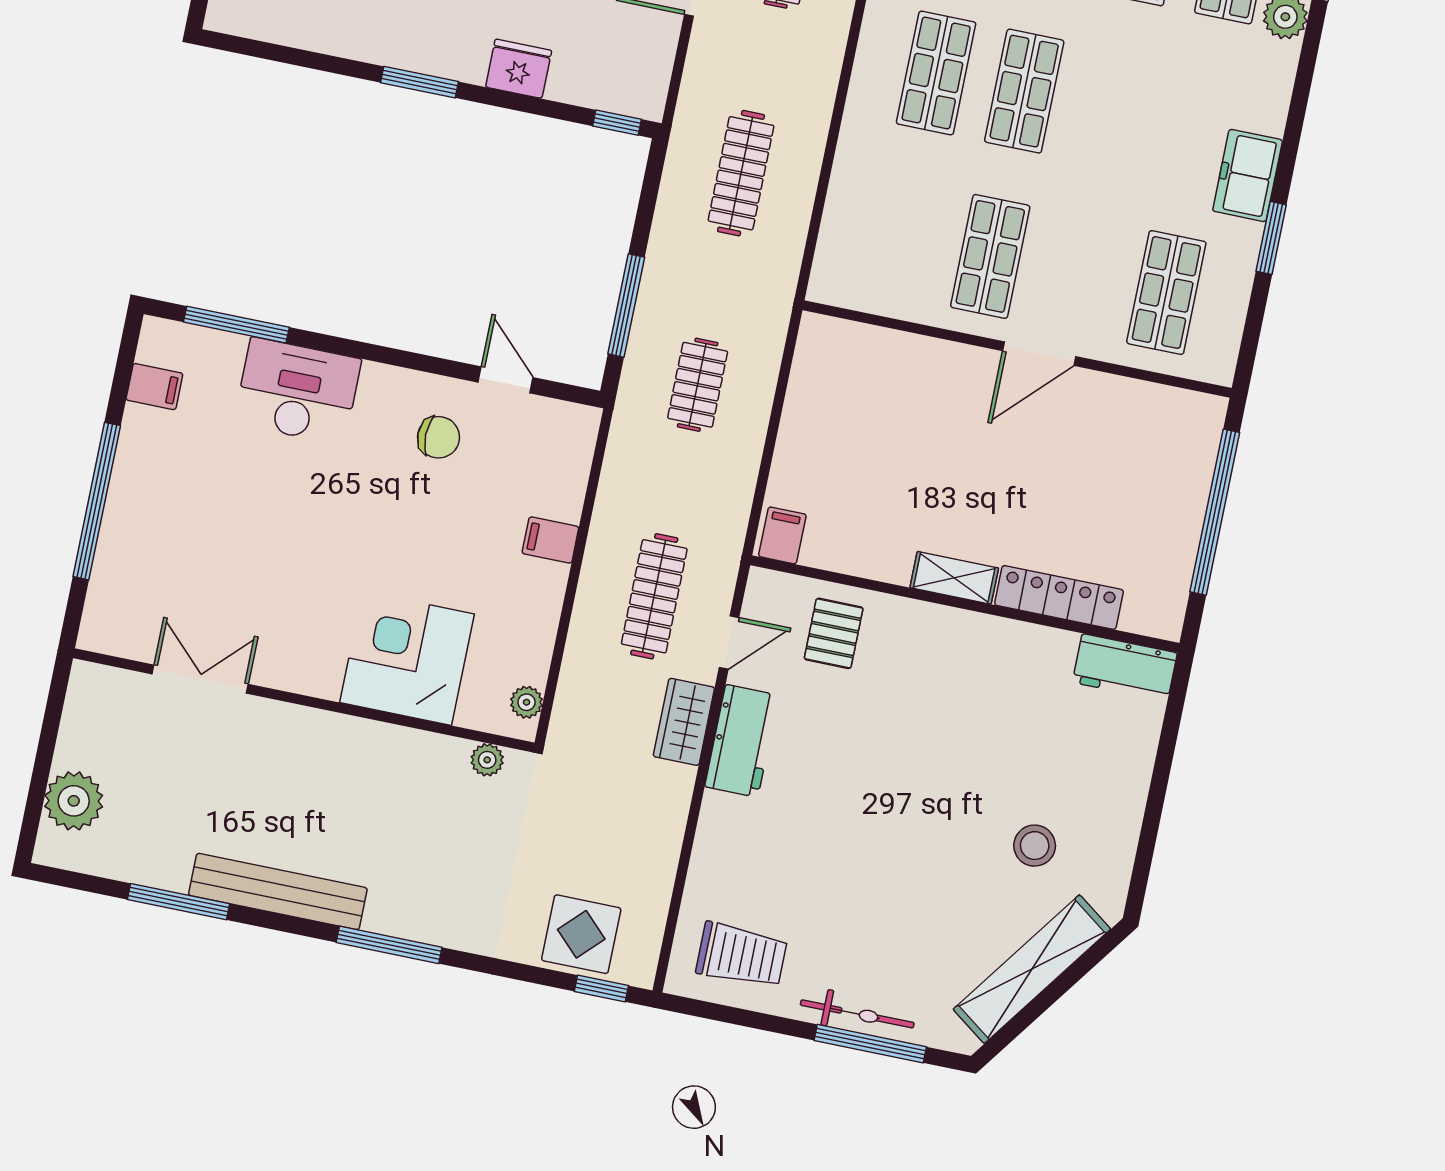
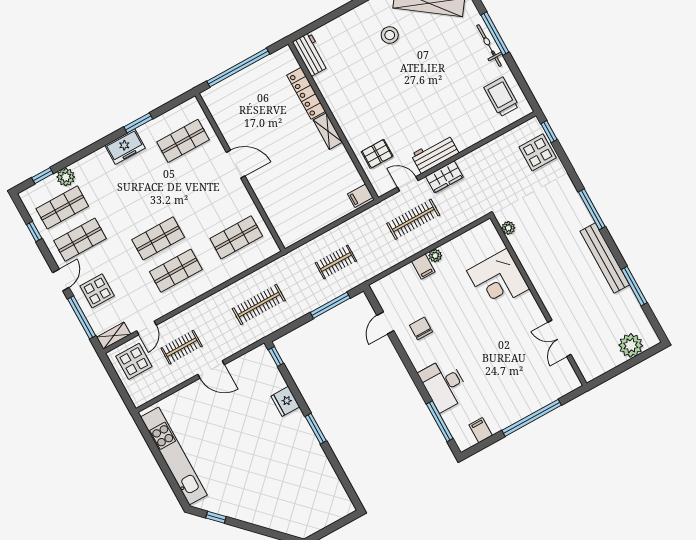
shop shelf: (990, 256) -> (236, 237), moved
plant: (527, 702) -> (435, 256), moved

